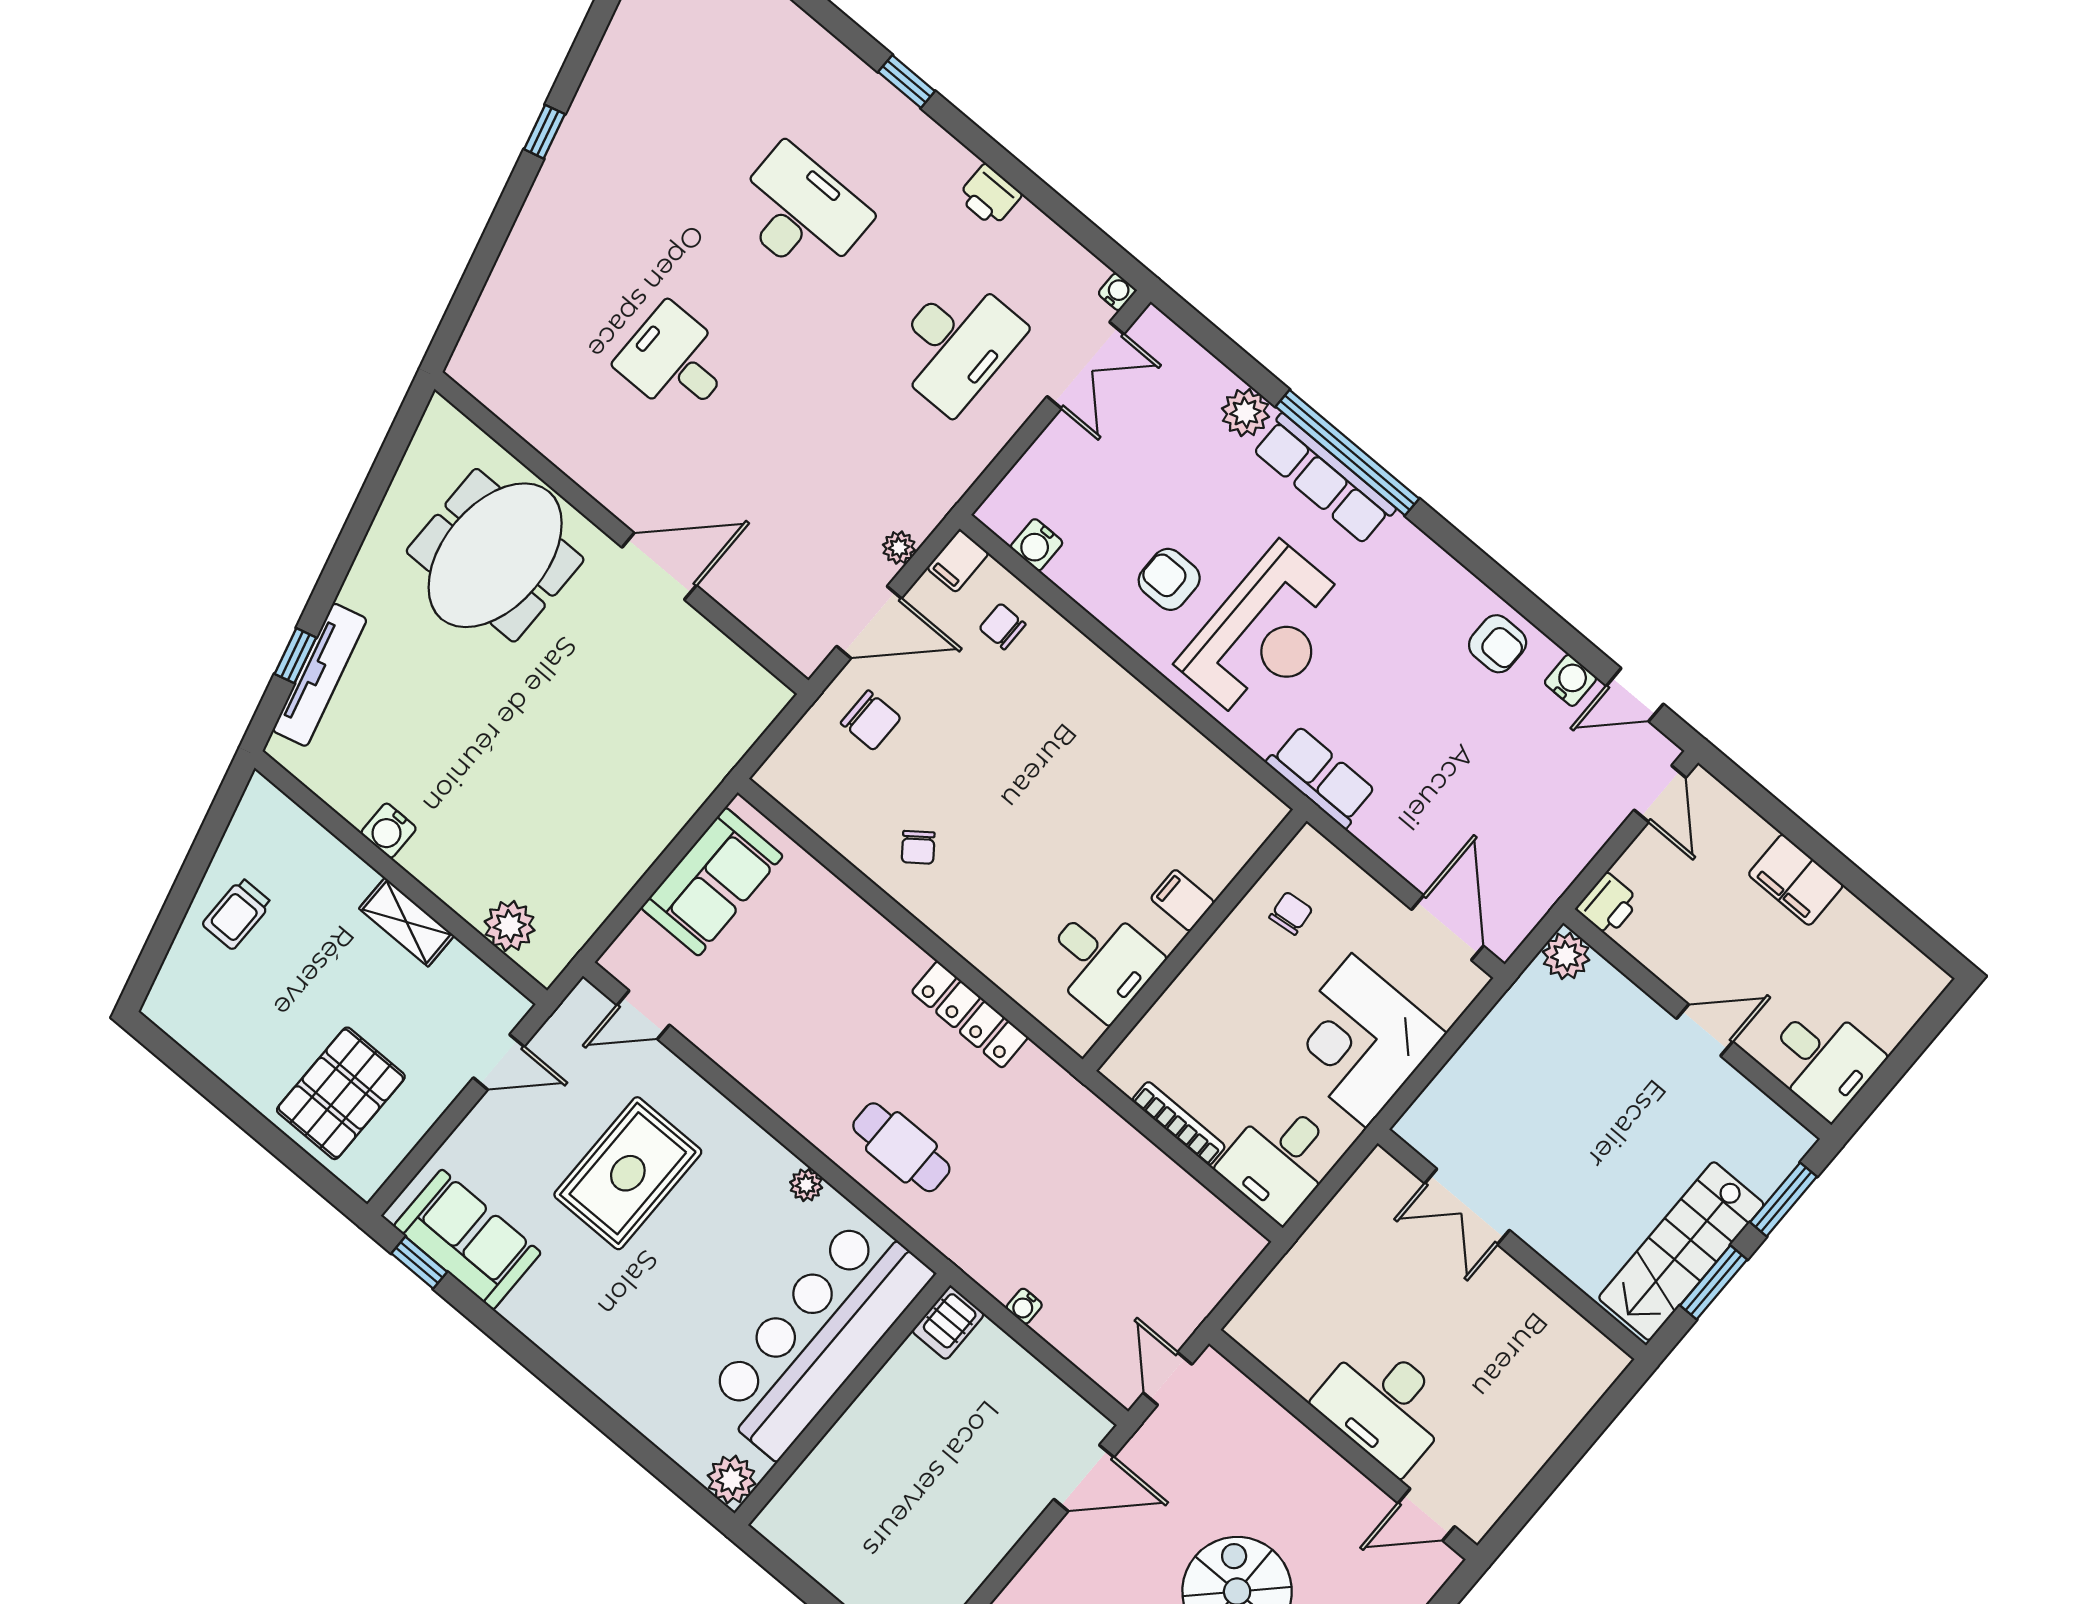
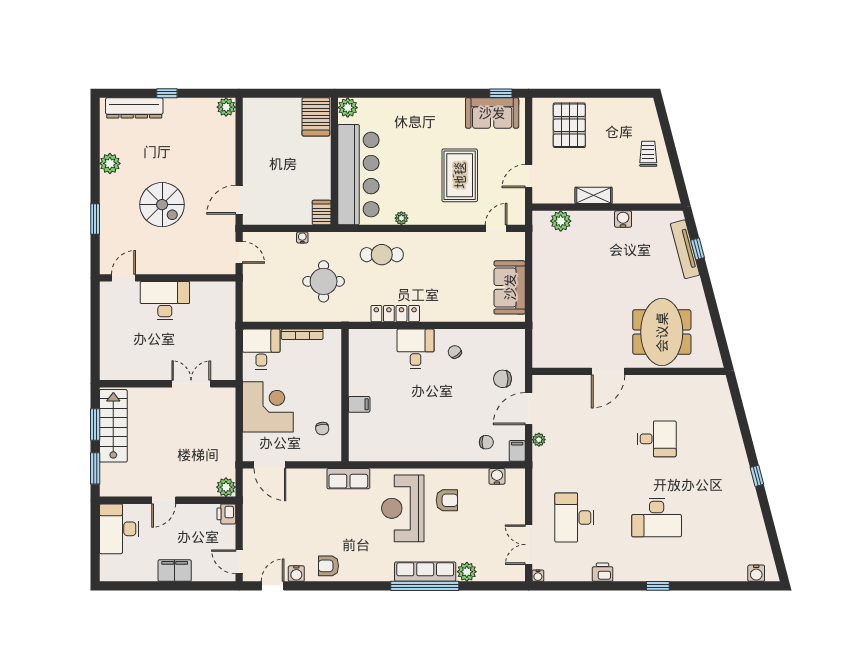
desk: (1101, 961) -> (416, 349), moved, turned 90
desk: (1823, 1060) -> (119, 529), width x1.37
round table: (1054, 1189) -> (324, 281), added
server rack: (807, 1513) -> (316, 117), added

